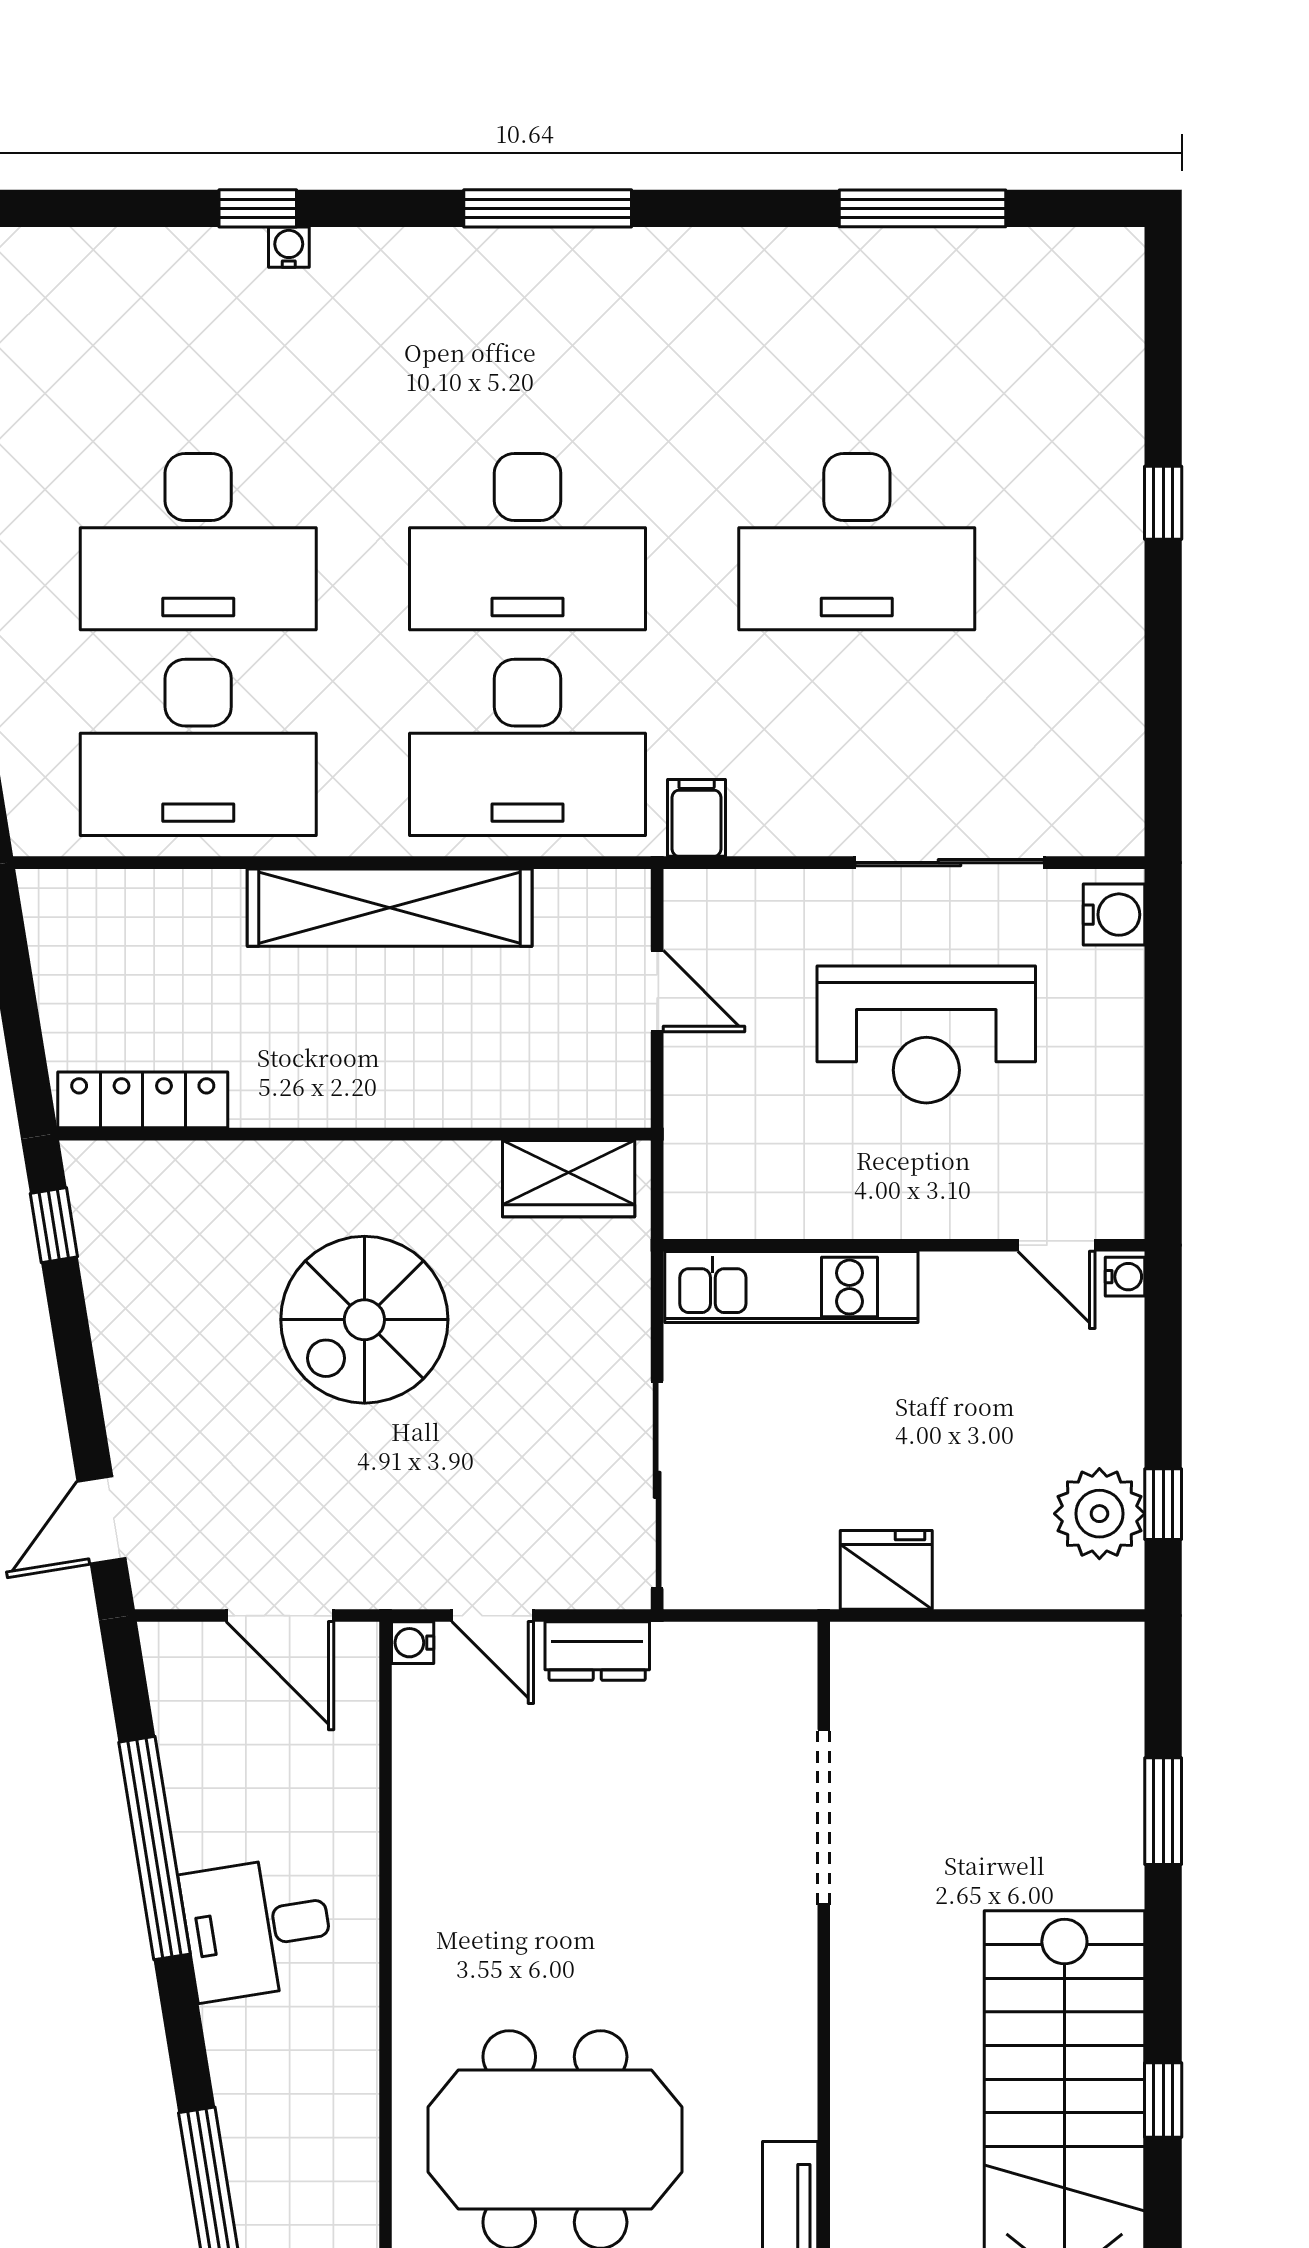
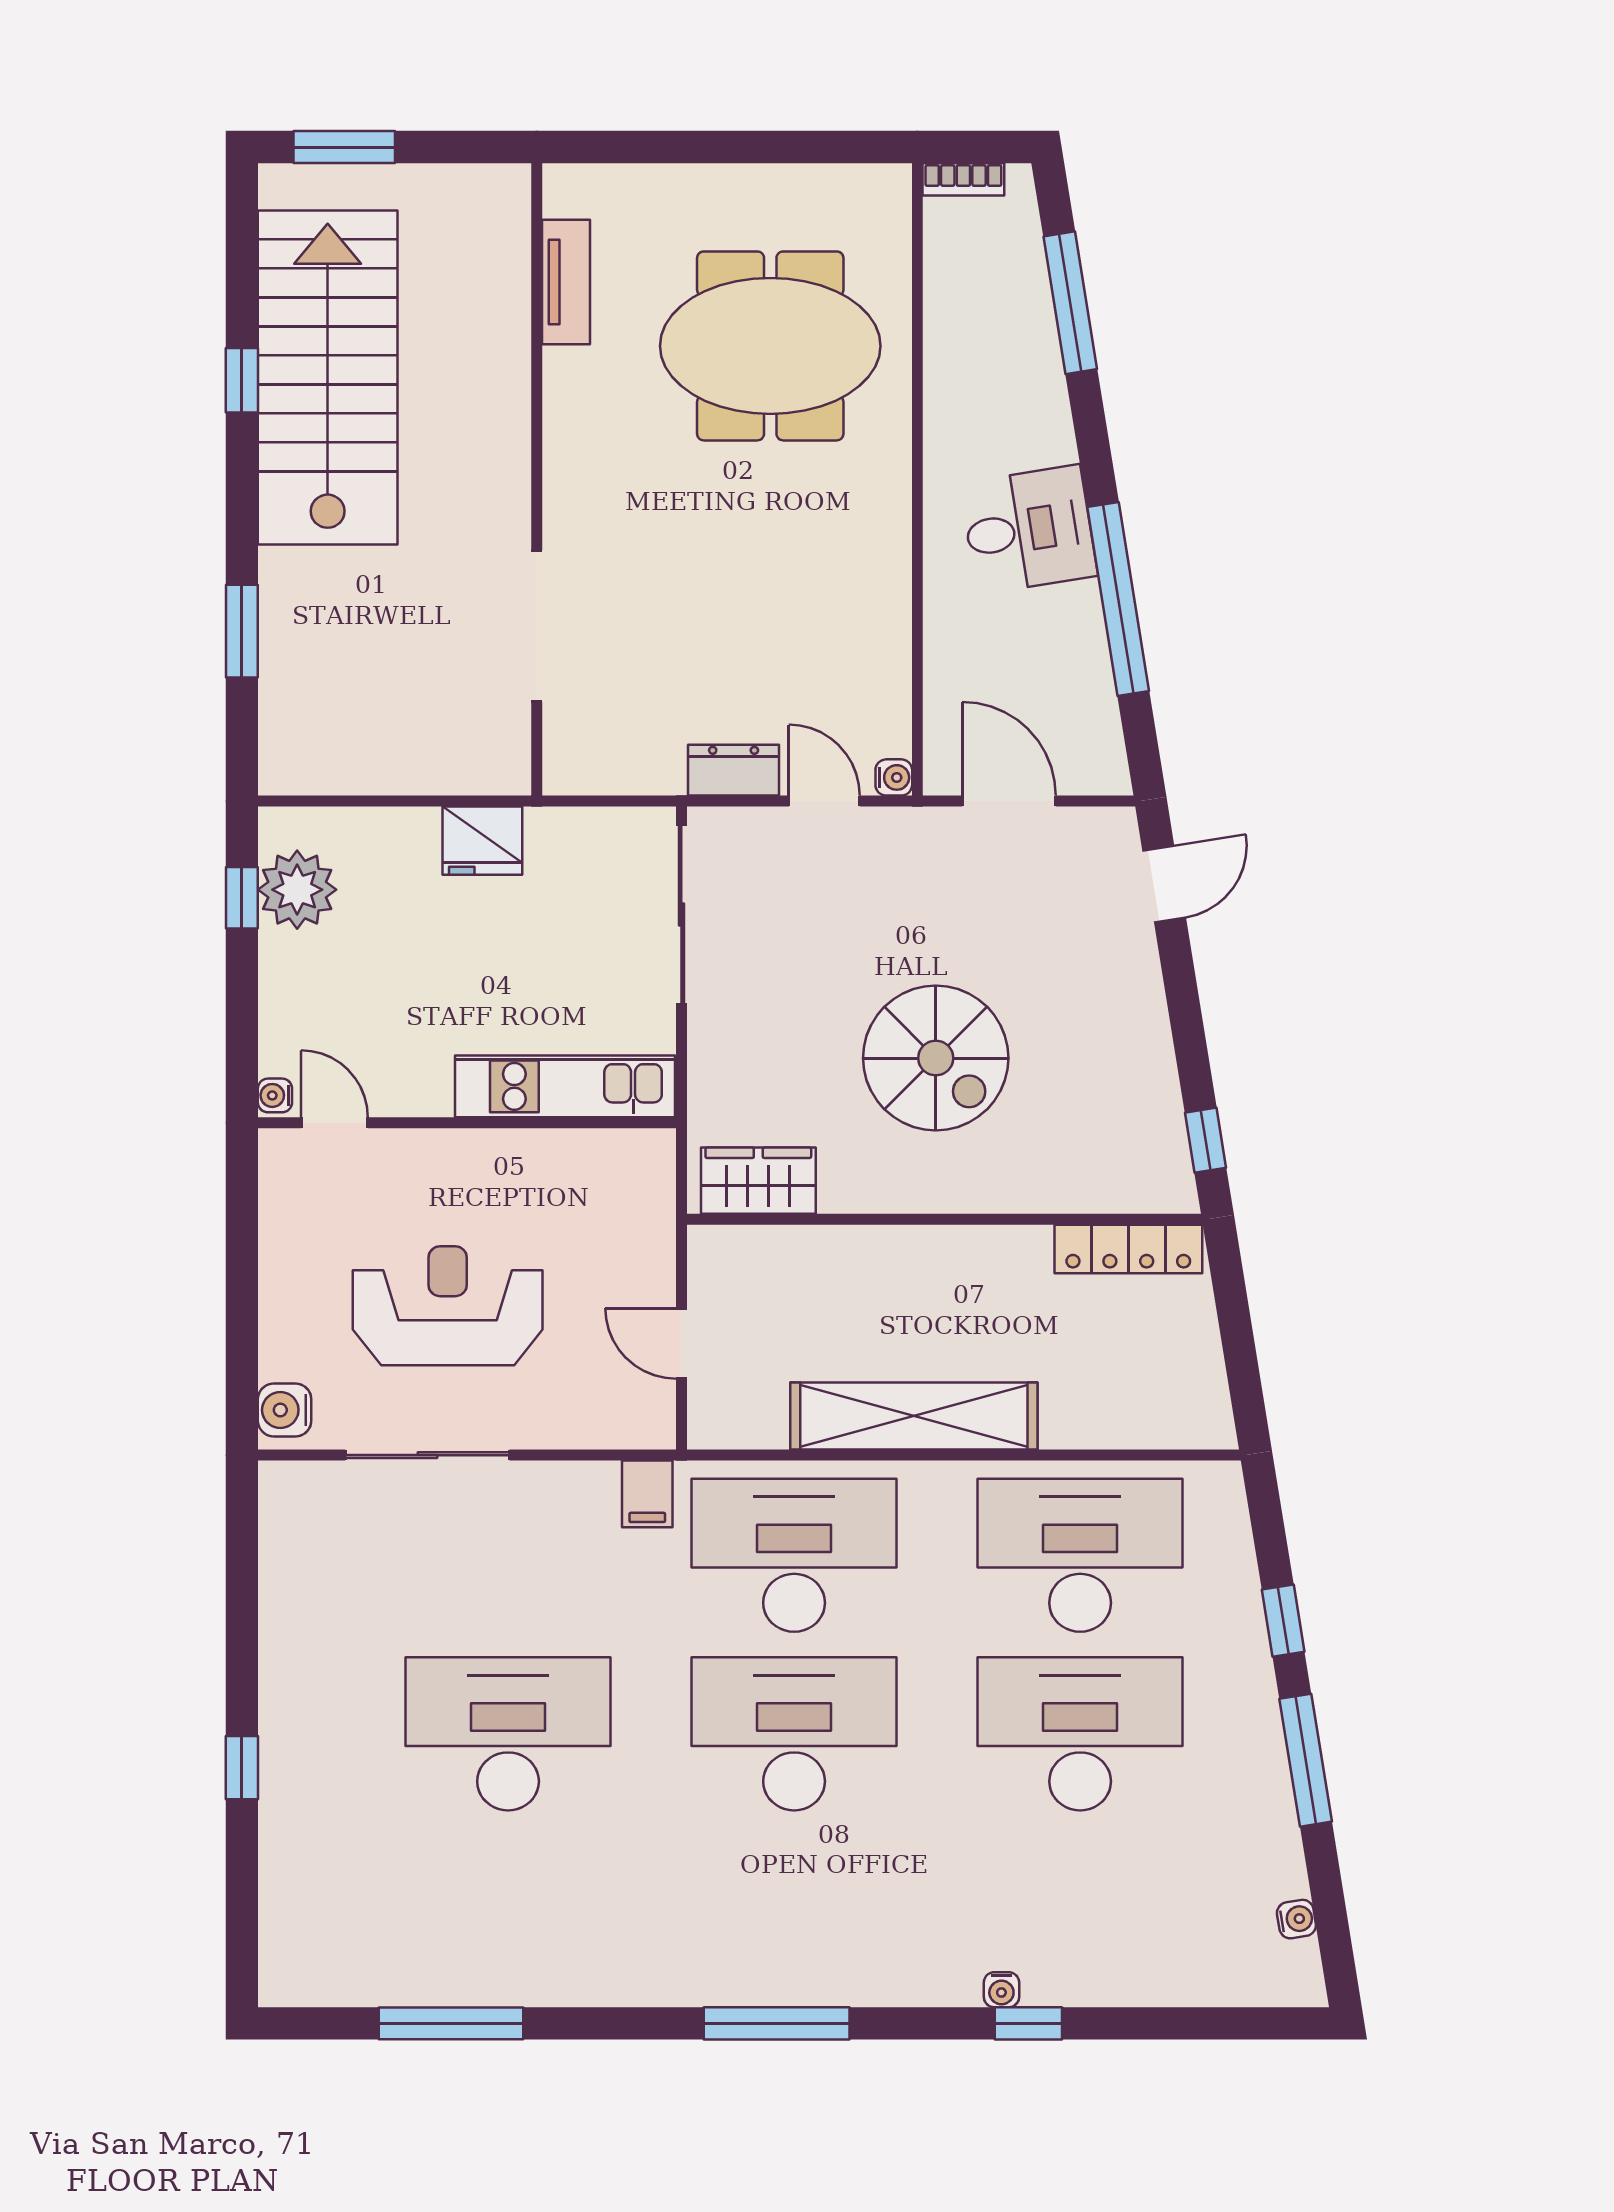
spiral stairs: (364, 1320) -> (936, 1058), turned 90

